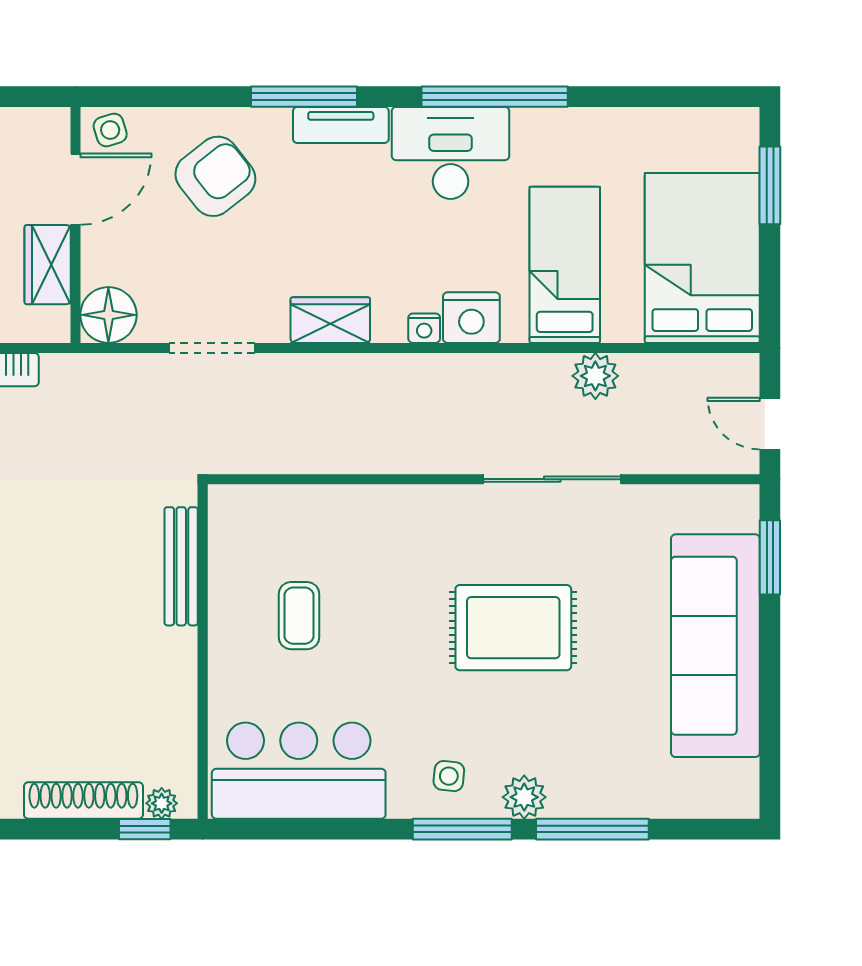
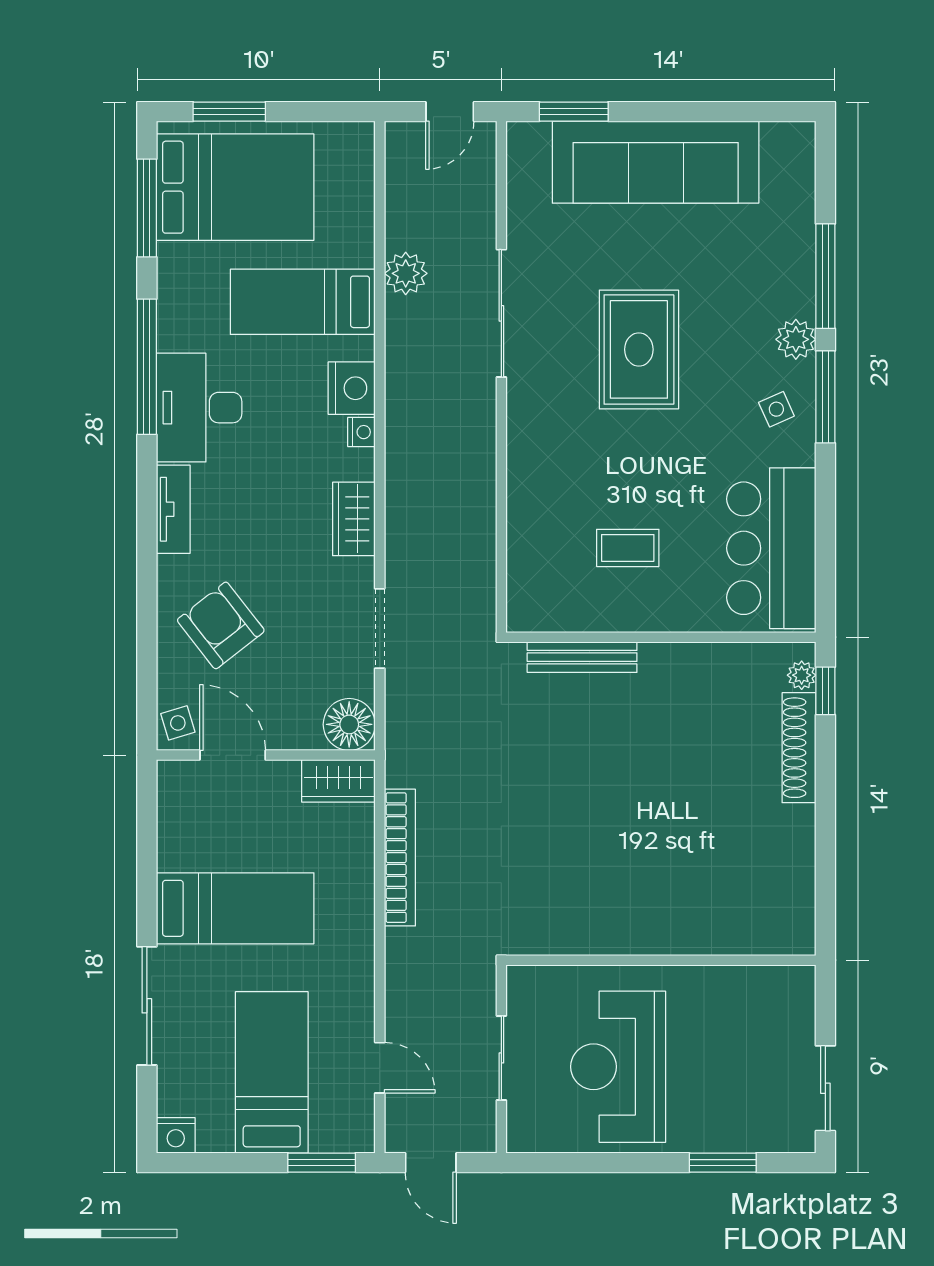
window: (304, 97) -> (147, 208), moved
bed: (702, 258) -> (235, 187), moved, turned 180
wardrobe: (48, 265) -> (338, 781), moved
side table: (449, 776) -> (776, 409), turned -30

